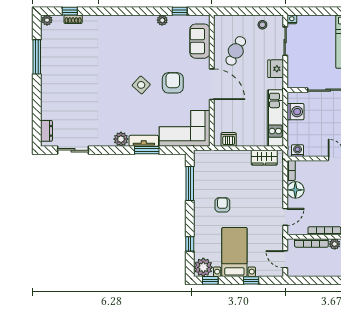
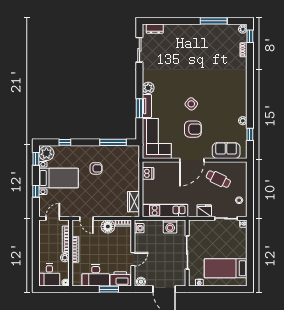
window: (70, 11) -> (250, 36), moved

